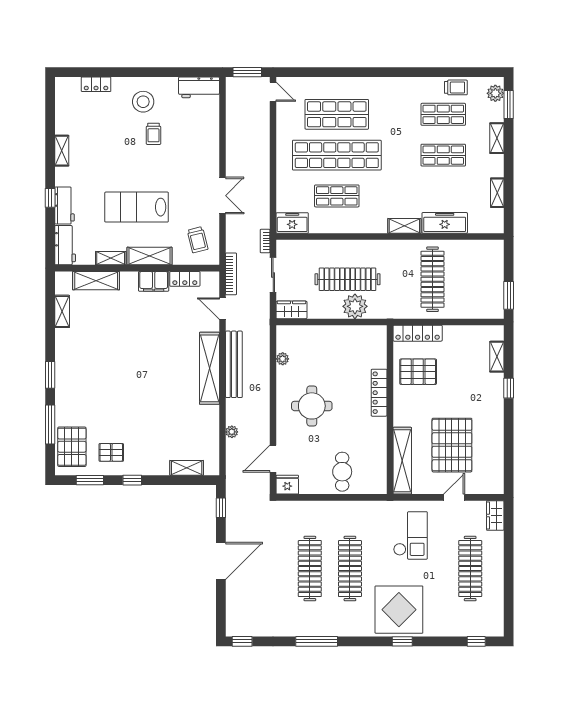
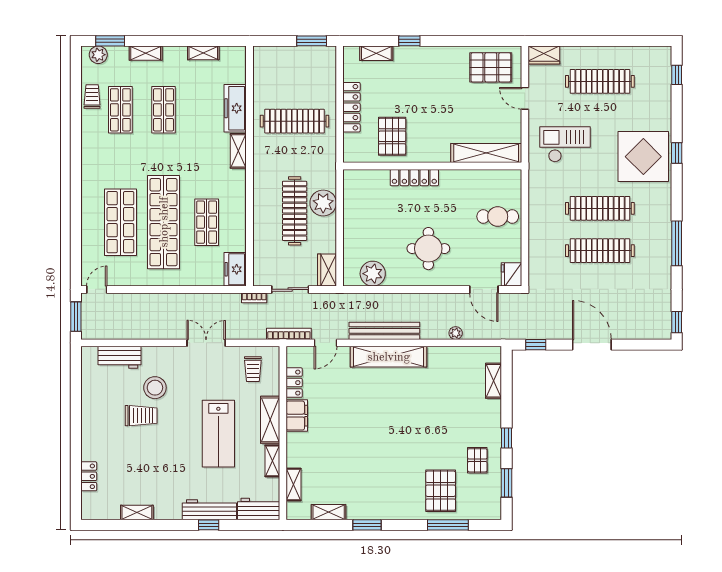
workbench: (199, 87) -> (120, 357), moved, turned 90
stool: (143, 102) -> (155, 388), moved
trolley: (154, 134) -> (141, 416), width x1.36, depth x1.39
shelving: (62, 151) -> (137, 512), moved
workbench: (64, 206) -> (209, 510), width x1.38
trolley: (198, 240) -> (253, 369), turned 104
shelving: (96, 281) -> (294, 485), width x0.67, depth x0.75
locker: (418, 333) -> (351, 107), moved
plant: (283, 359) -> (373, 274), width x1.88, depth x1.88
window: (50, 375) -> (367, 525), moved
pallet: (452, 445) -> (491, 67), moved, width x0.73, depth x0.71
pallet: (72, 447) -> (441, 491), moved, turned 90

